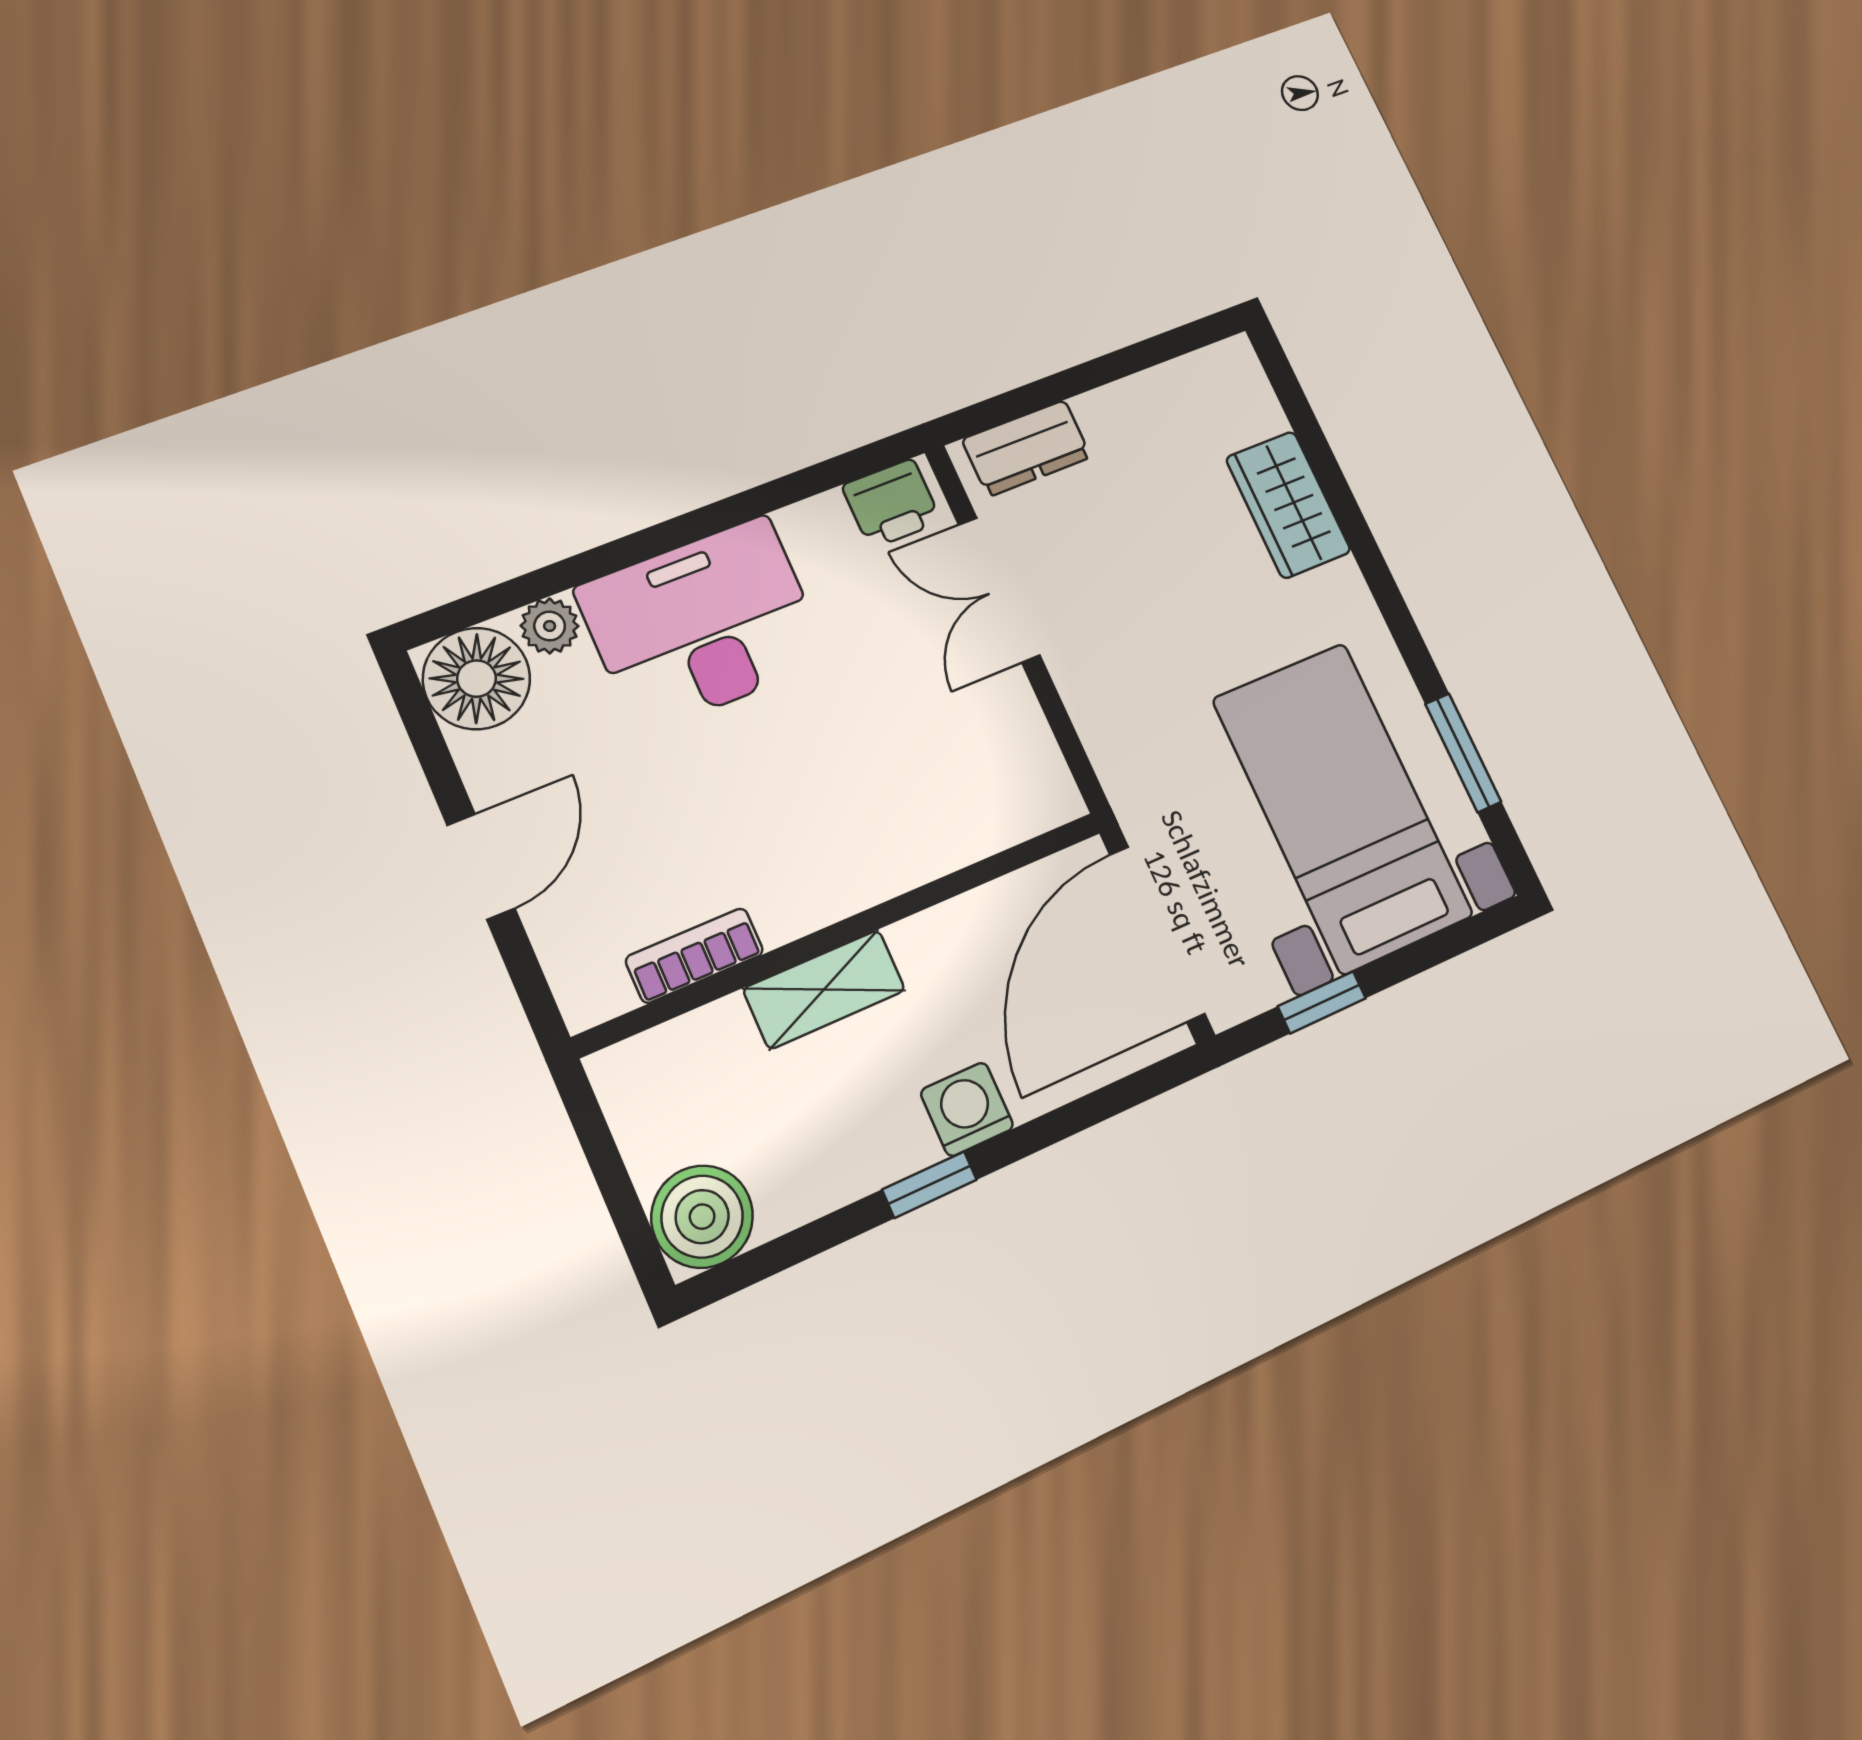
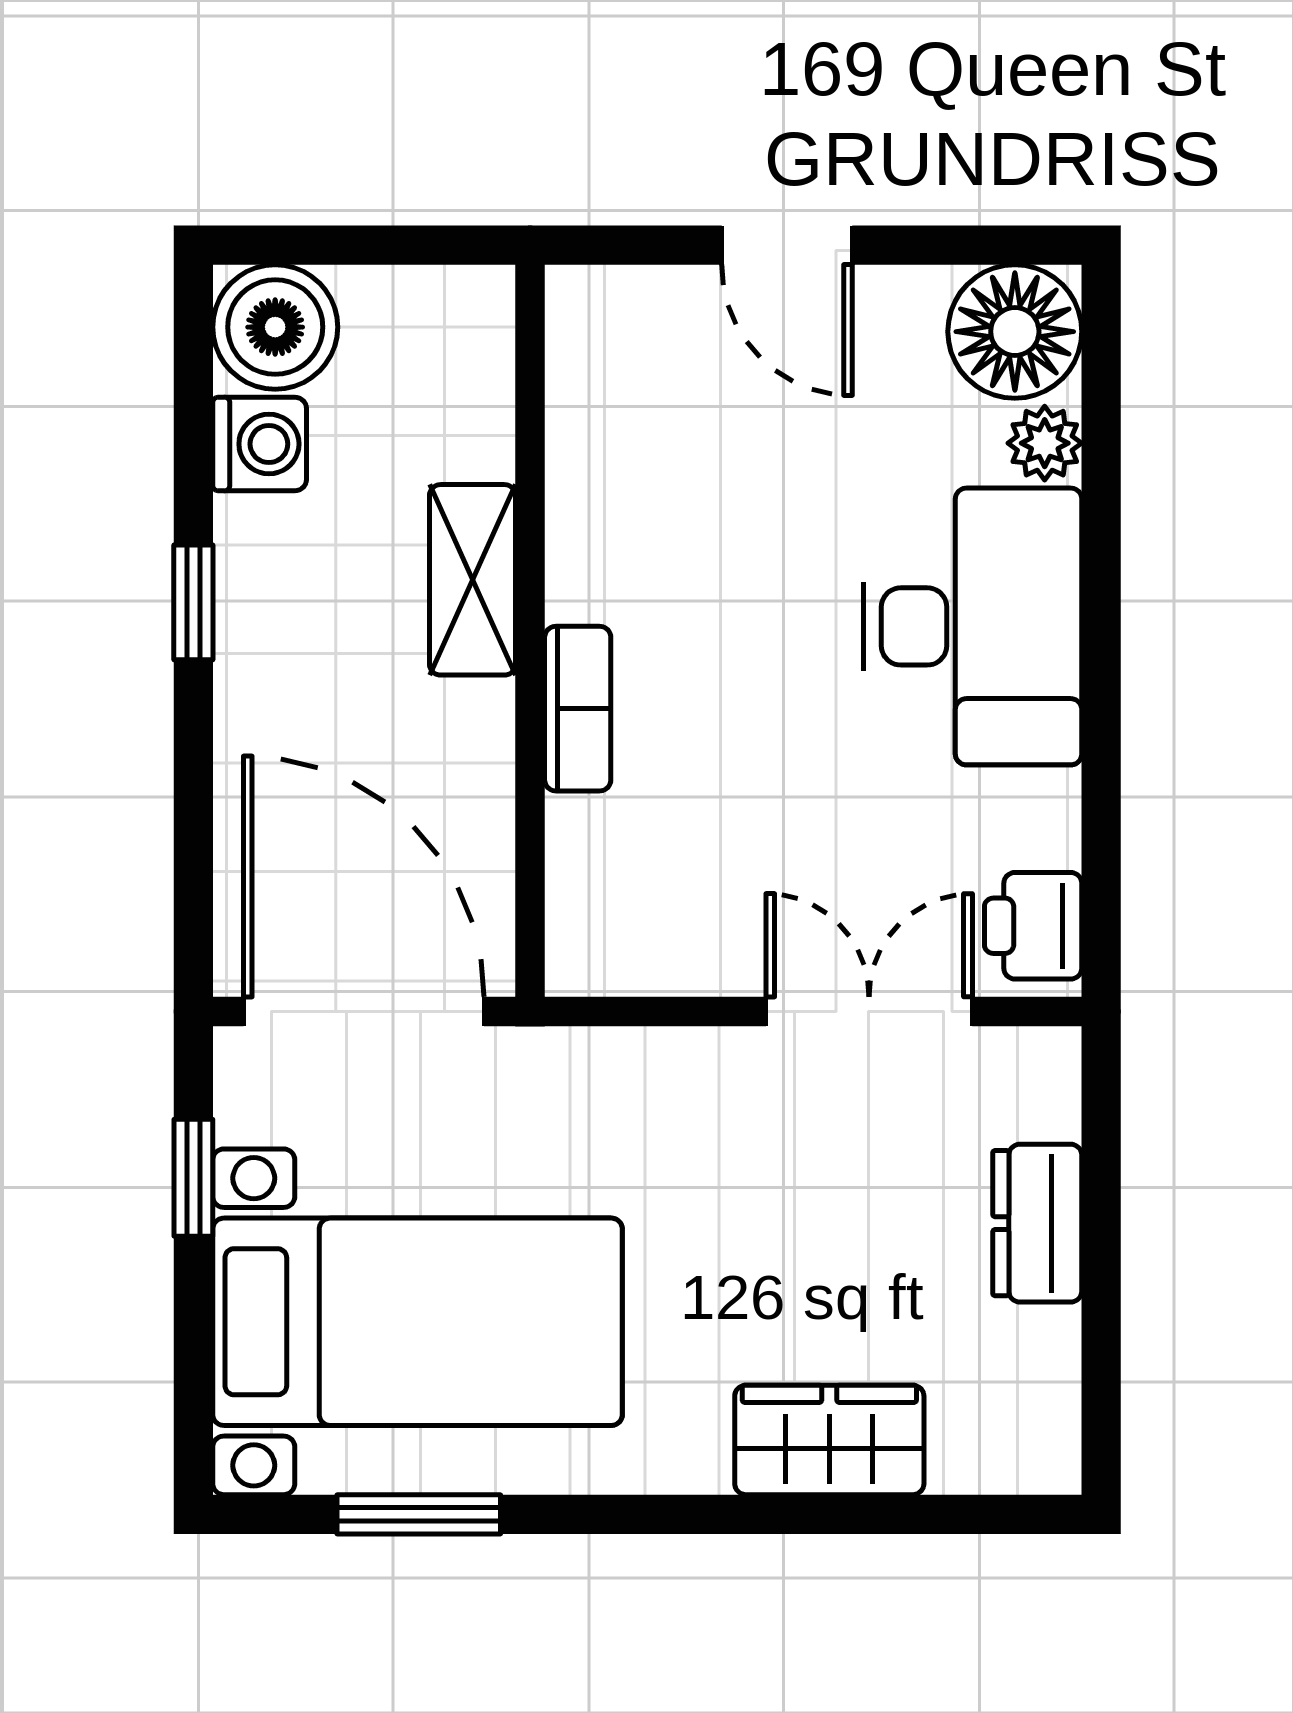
dresser: (1027, 448) -> (1037, 1223), moved
bookcase: (695, 956) -> (578, 709), moved
washing machine: (967, 1109) -> (260, 444), moved

